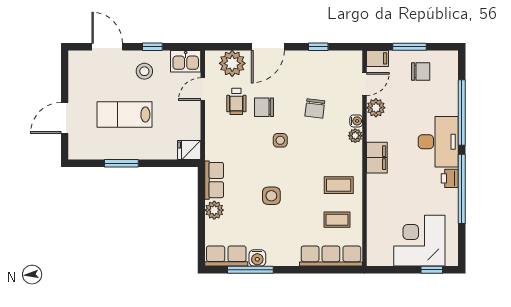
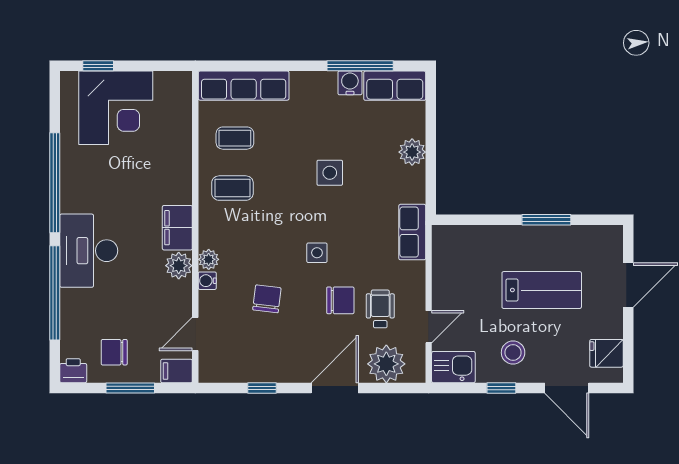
plant: (376, 108) -> (179, 266), moved
fridge: (189, 150) -> (606, 353), moved, turned 180
printer: (450, 178) -> (73, 371), moved, turned -90
row of seats: (214, 180) -> (412, 232), moved

